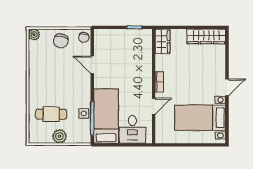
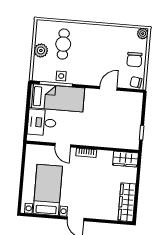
chair: (61, 41) -> (134, 60), turned -104

